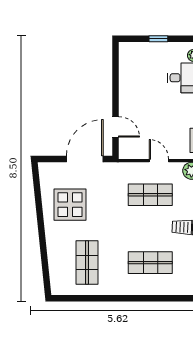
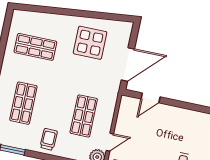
door: (85, 159) -> (128, 64), hinge flipped
door: (159, 161) -> (110, 142), moved

